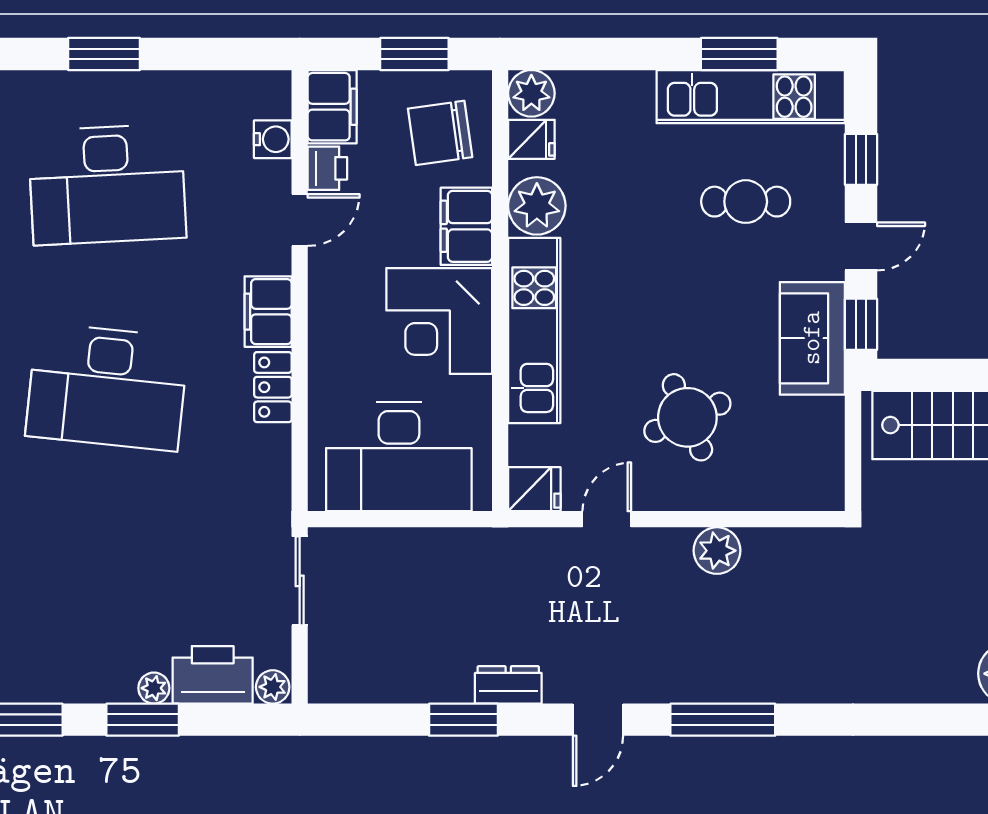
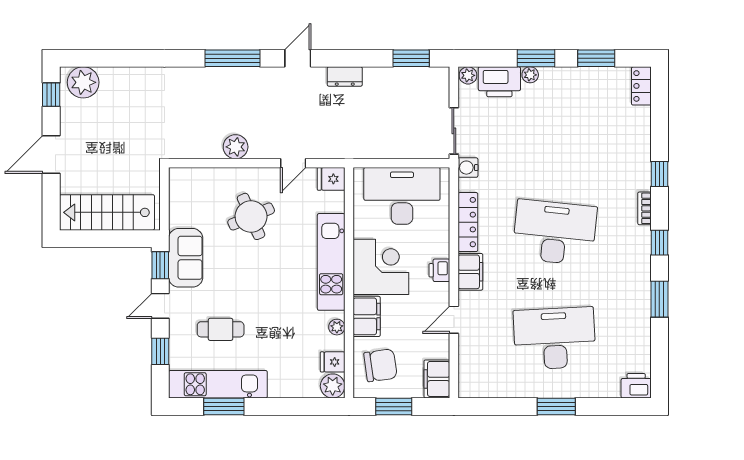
water cooler: (273, 139) -> (468, 168), moved
printer: (327, 168) -> (439, 270), moved
plant: (537, 206) -> (337, 327), width x0.53, depth x0.53
locker: (273, 387) -> (468, 222), width x1.53
window: (463, 720) -> (411, 58), moved

